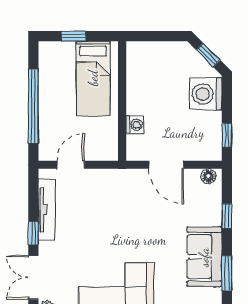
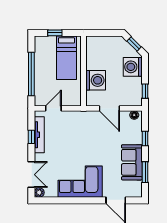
washing machine: (135, 125) -> (96, 80), width x1.89, depth x1.89
window: (33, 233) -> (31, 137), moved
double door: (33, 277) -> (31, 175), swing flipped

